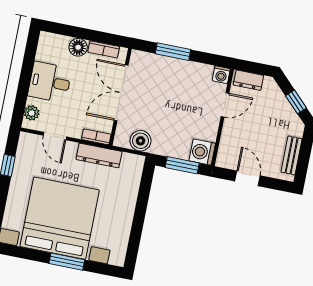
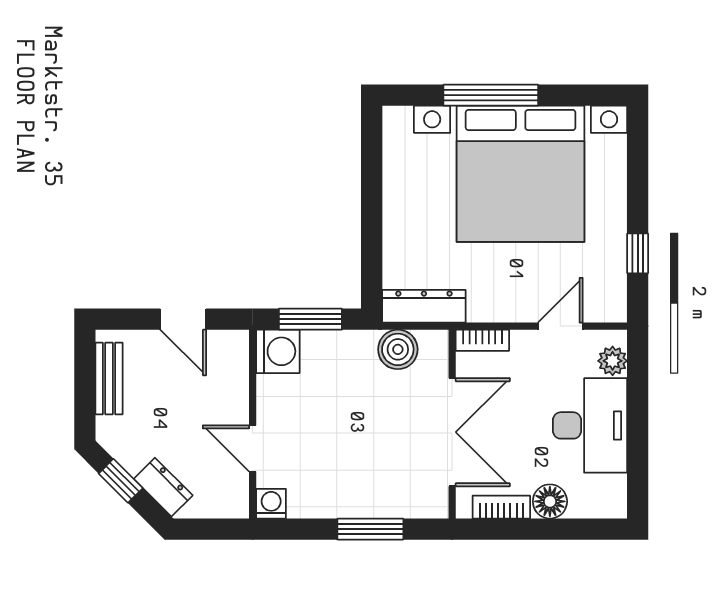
dresser: (248, 80) -> (163, 487), moved, turned 45
desk: (50, 82) -> (590, 425), width x1.37
door: (225, 105) -> (253, 449), hinge flipped
door: (55, 136) -> (560, 326), hinge flipped
dresser: (99, 155) -> (424, 306), moved
window: (67, 262) -> (491, 95), width x1.44

